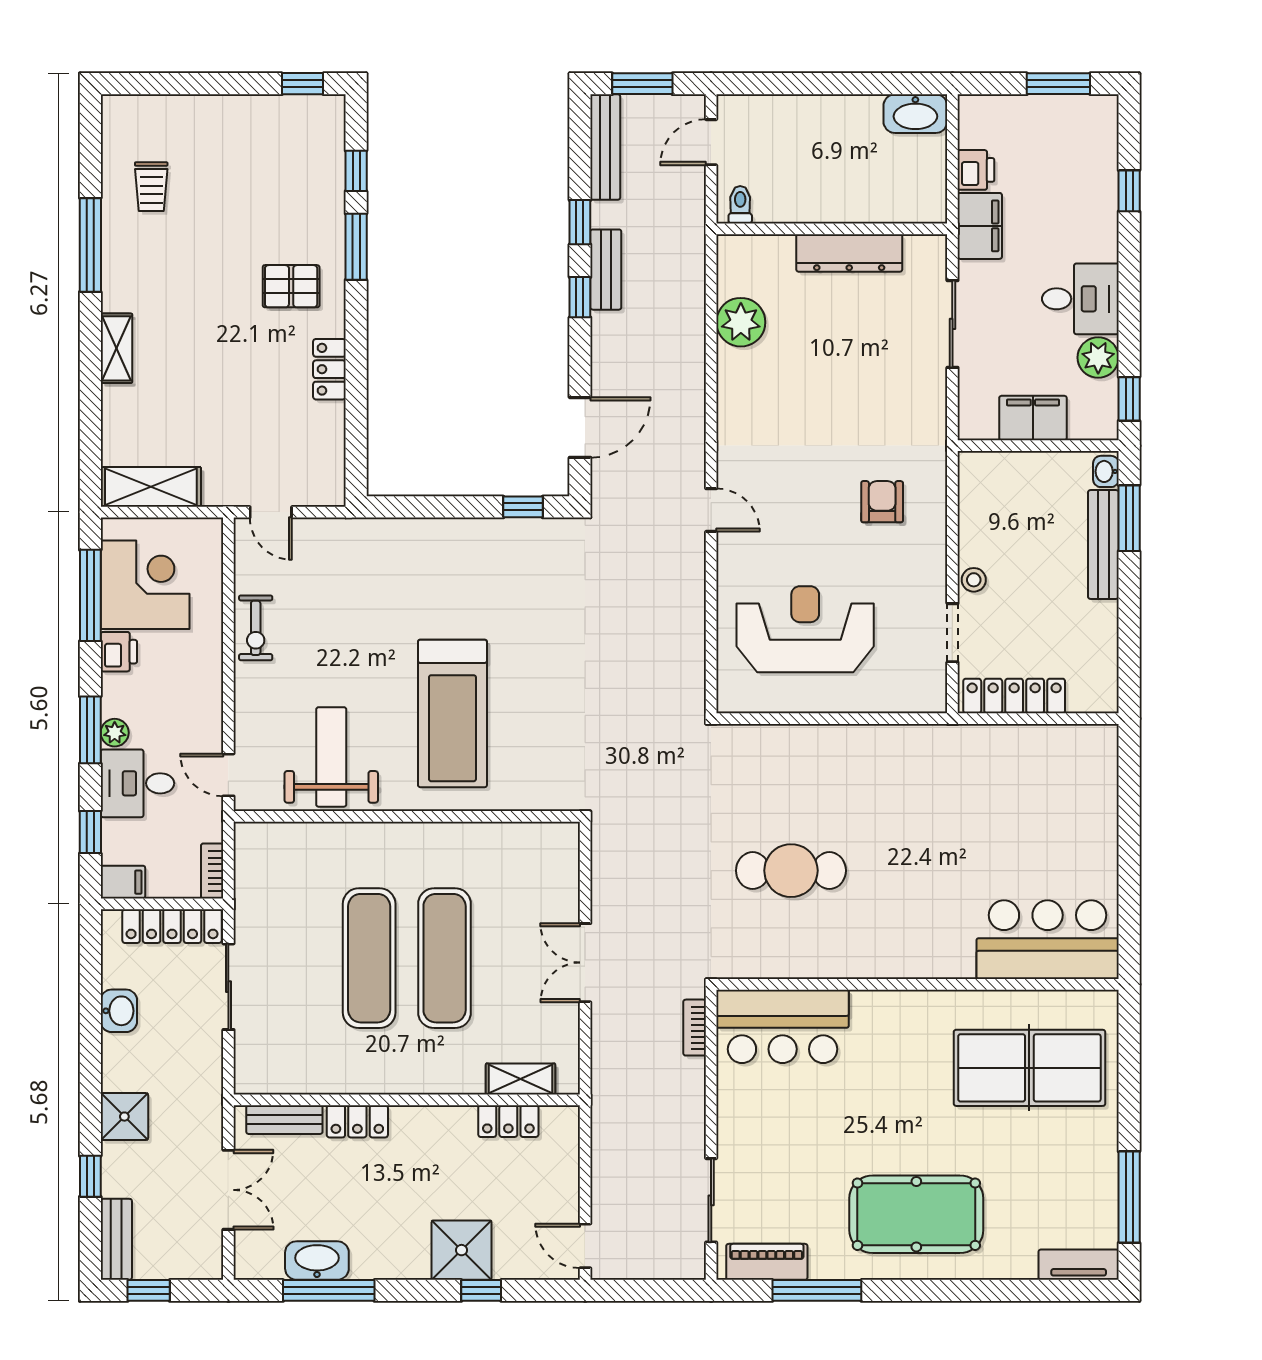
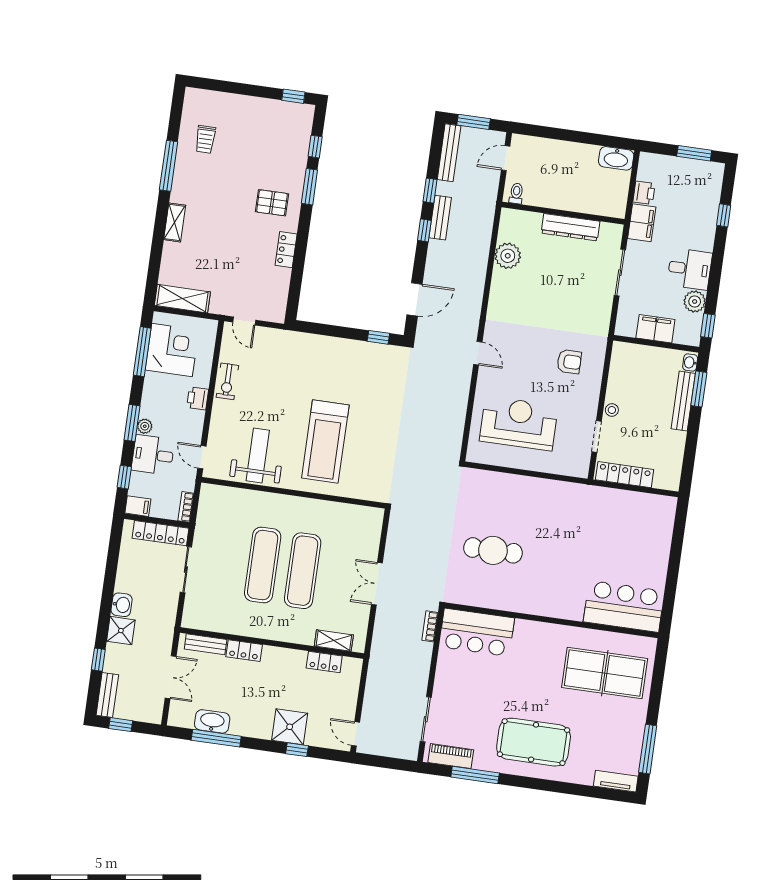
armchair: (882, 502) -> (569, 362), turned 90
printer: (119, 652) -> (198, 398), moved, turned 180
washbasin: (119, 1011) -> (122, 605), moved

